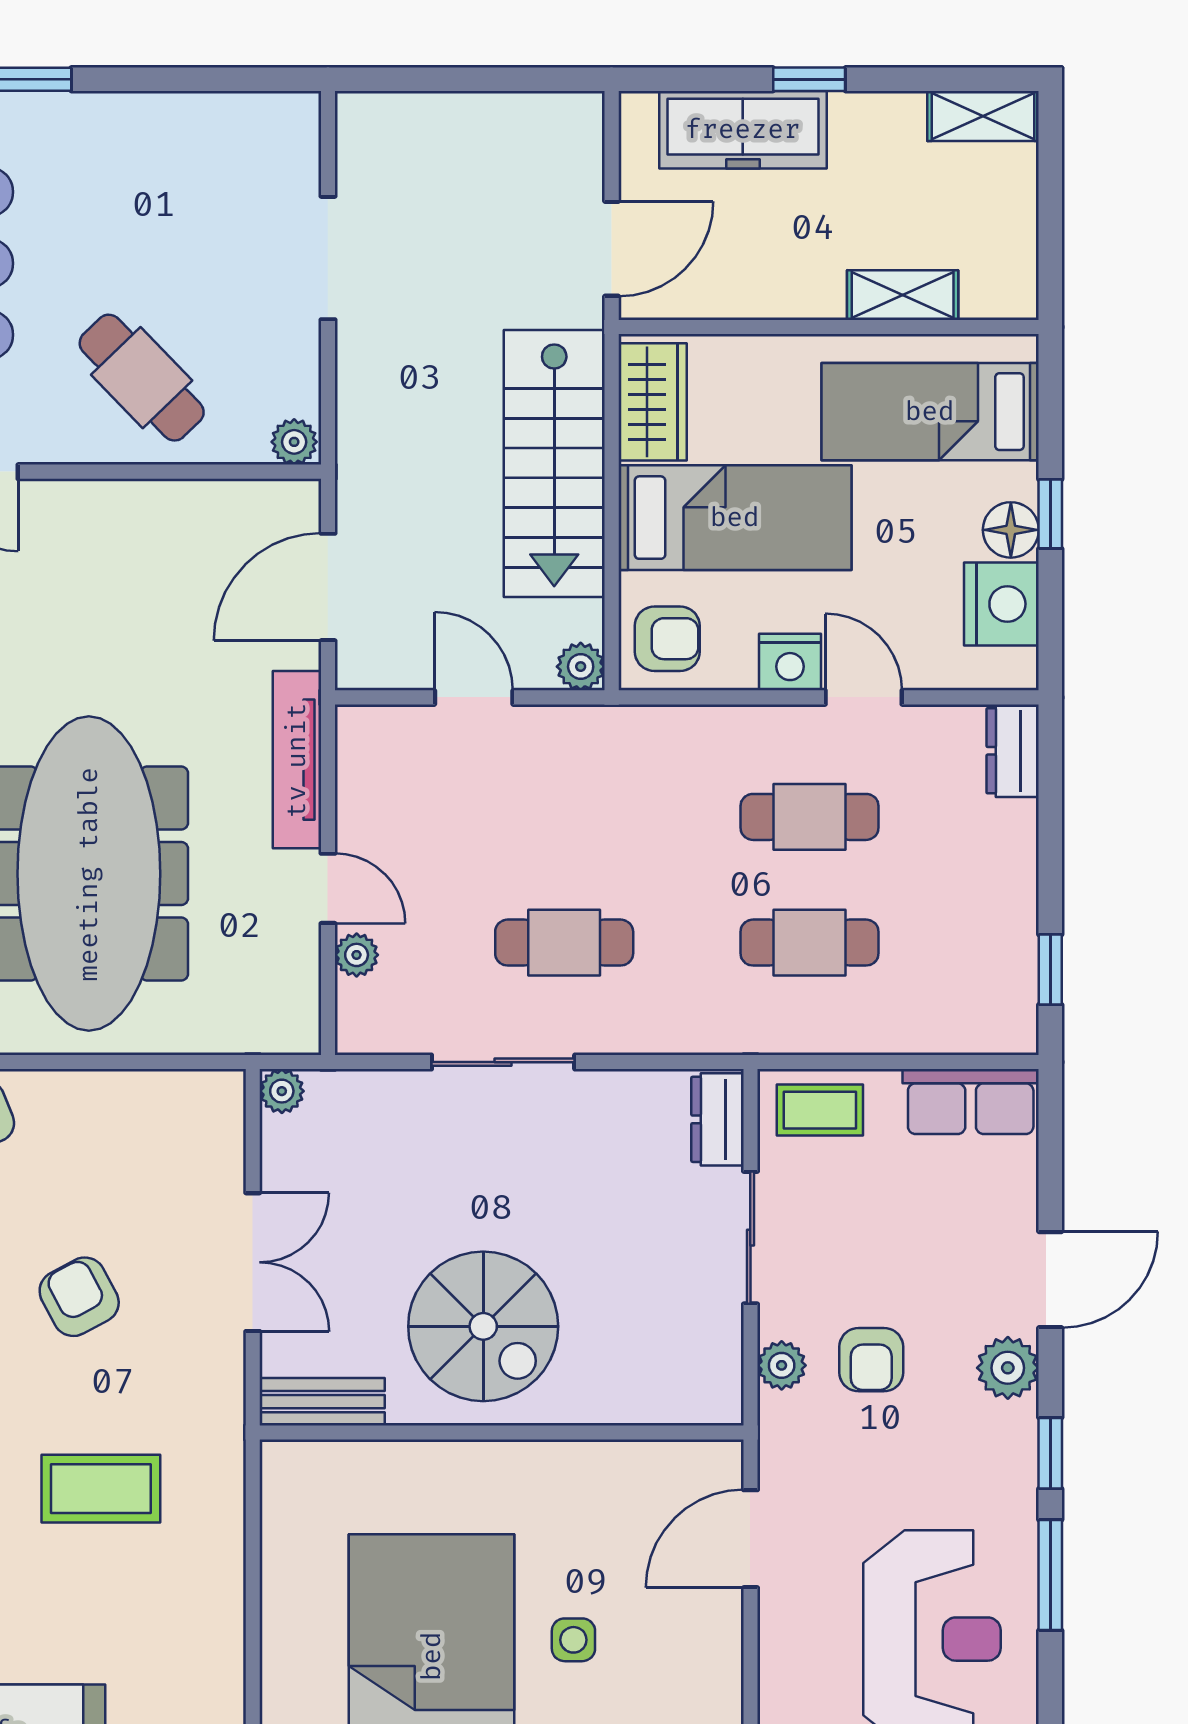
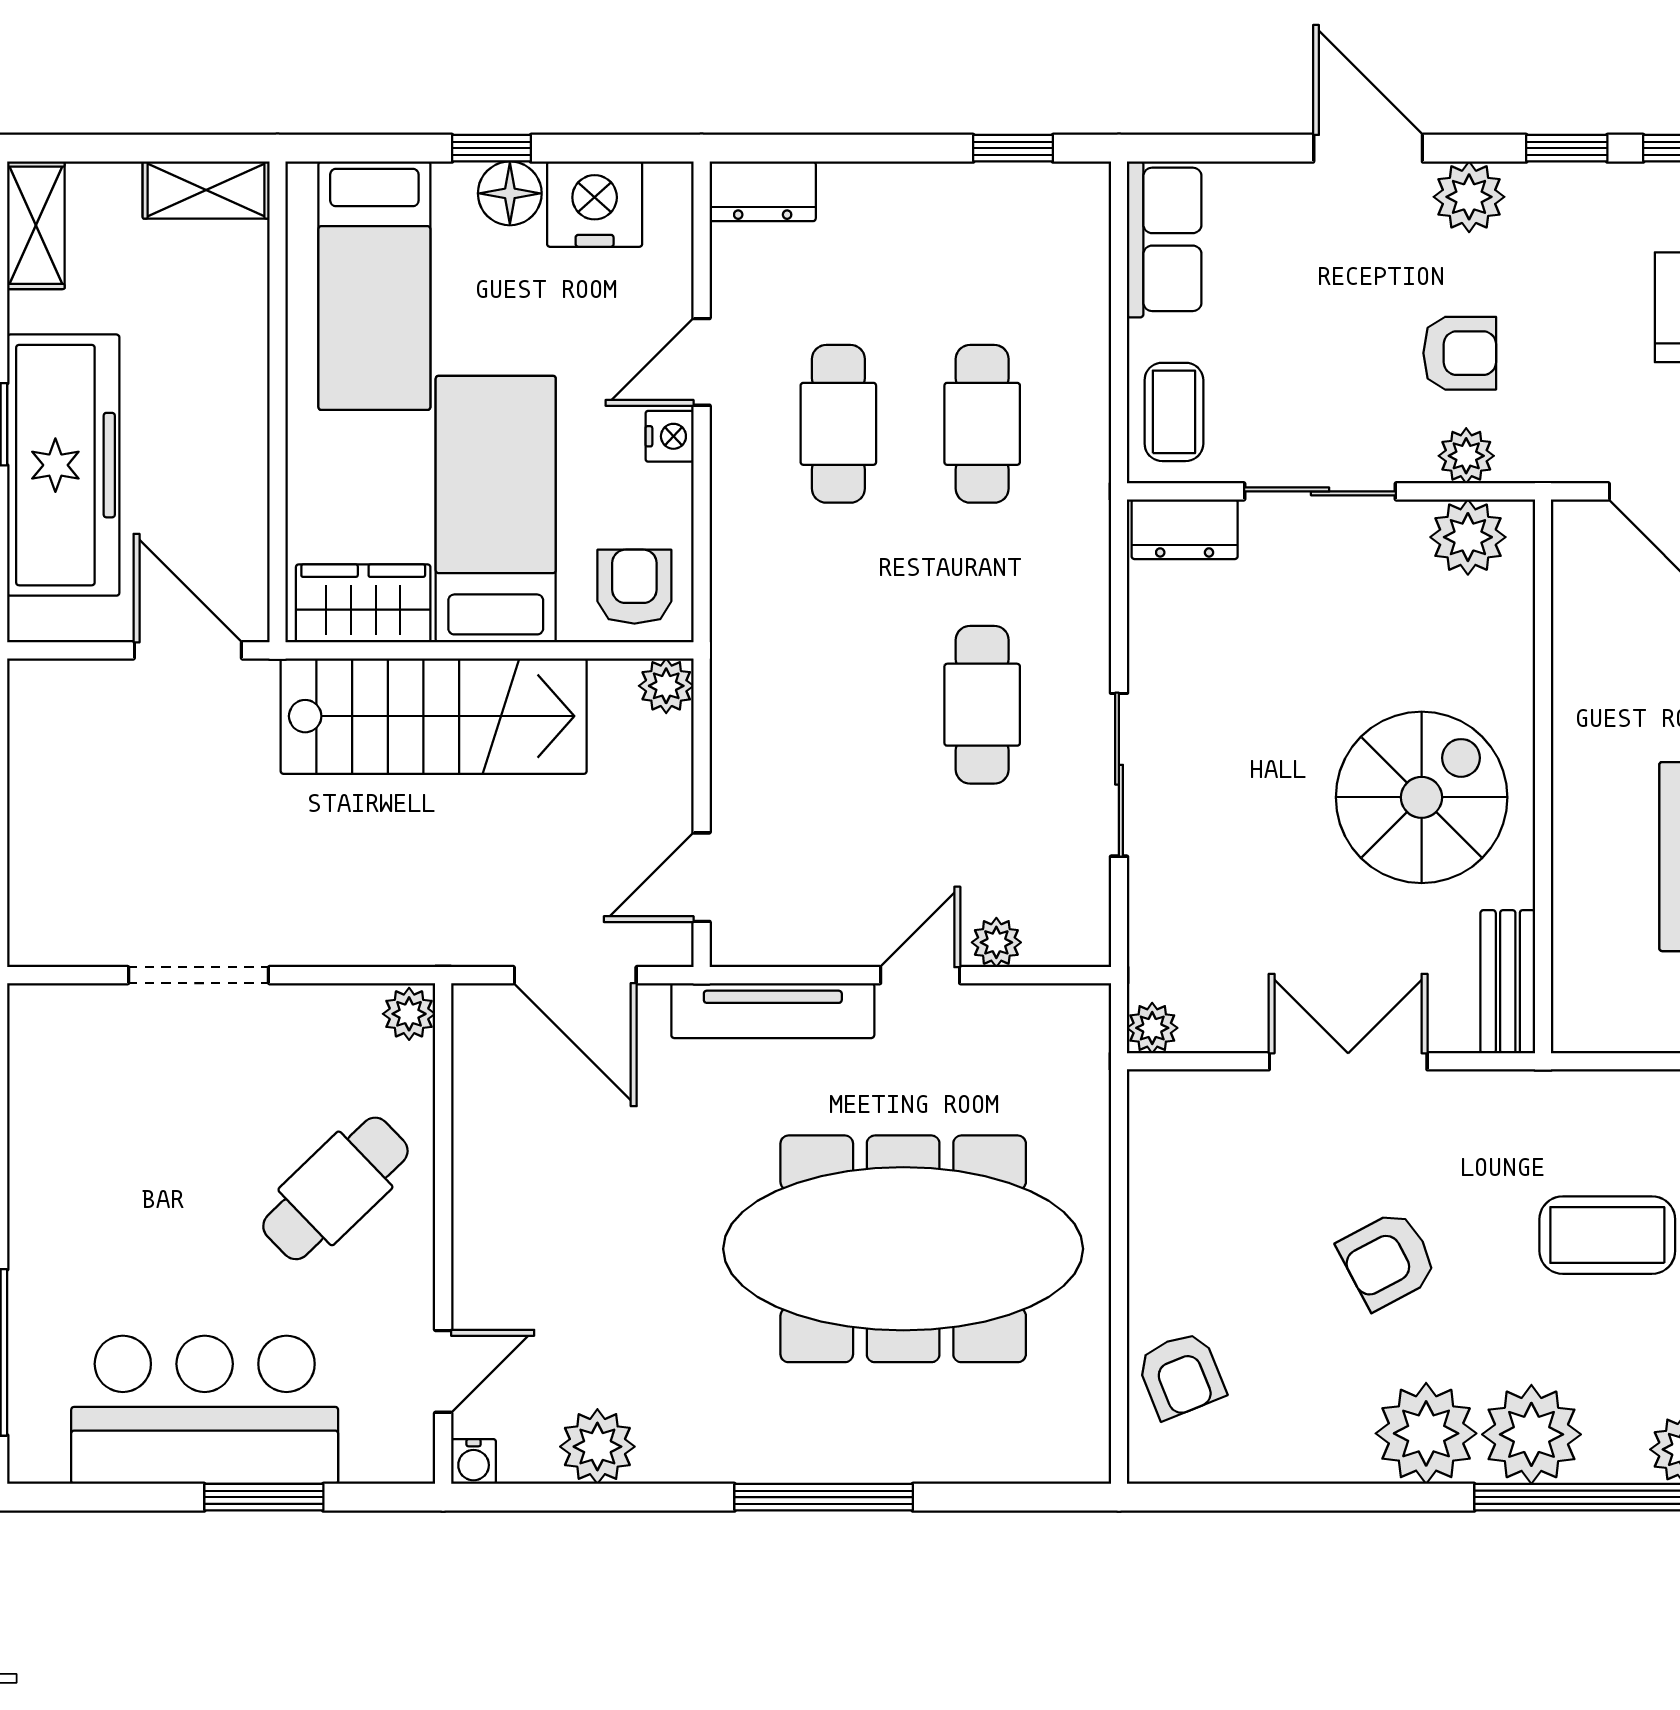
freezer: (743, 130) -> (63, 465), width x1.36, depth x1.26
shelving: (903, 295) -> (206, 190), moved, turned 90
nightstand: (790, 662) -> (670, 436), width x0.72, depth x0.74
door: (474, 697) -> (702, 877), moved
plant: (711, 1367) -> (1468, 537), added
coffee table: (101, 1489) -> (1607, 1235), turned 90

